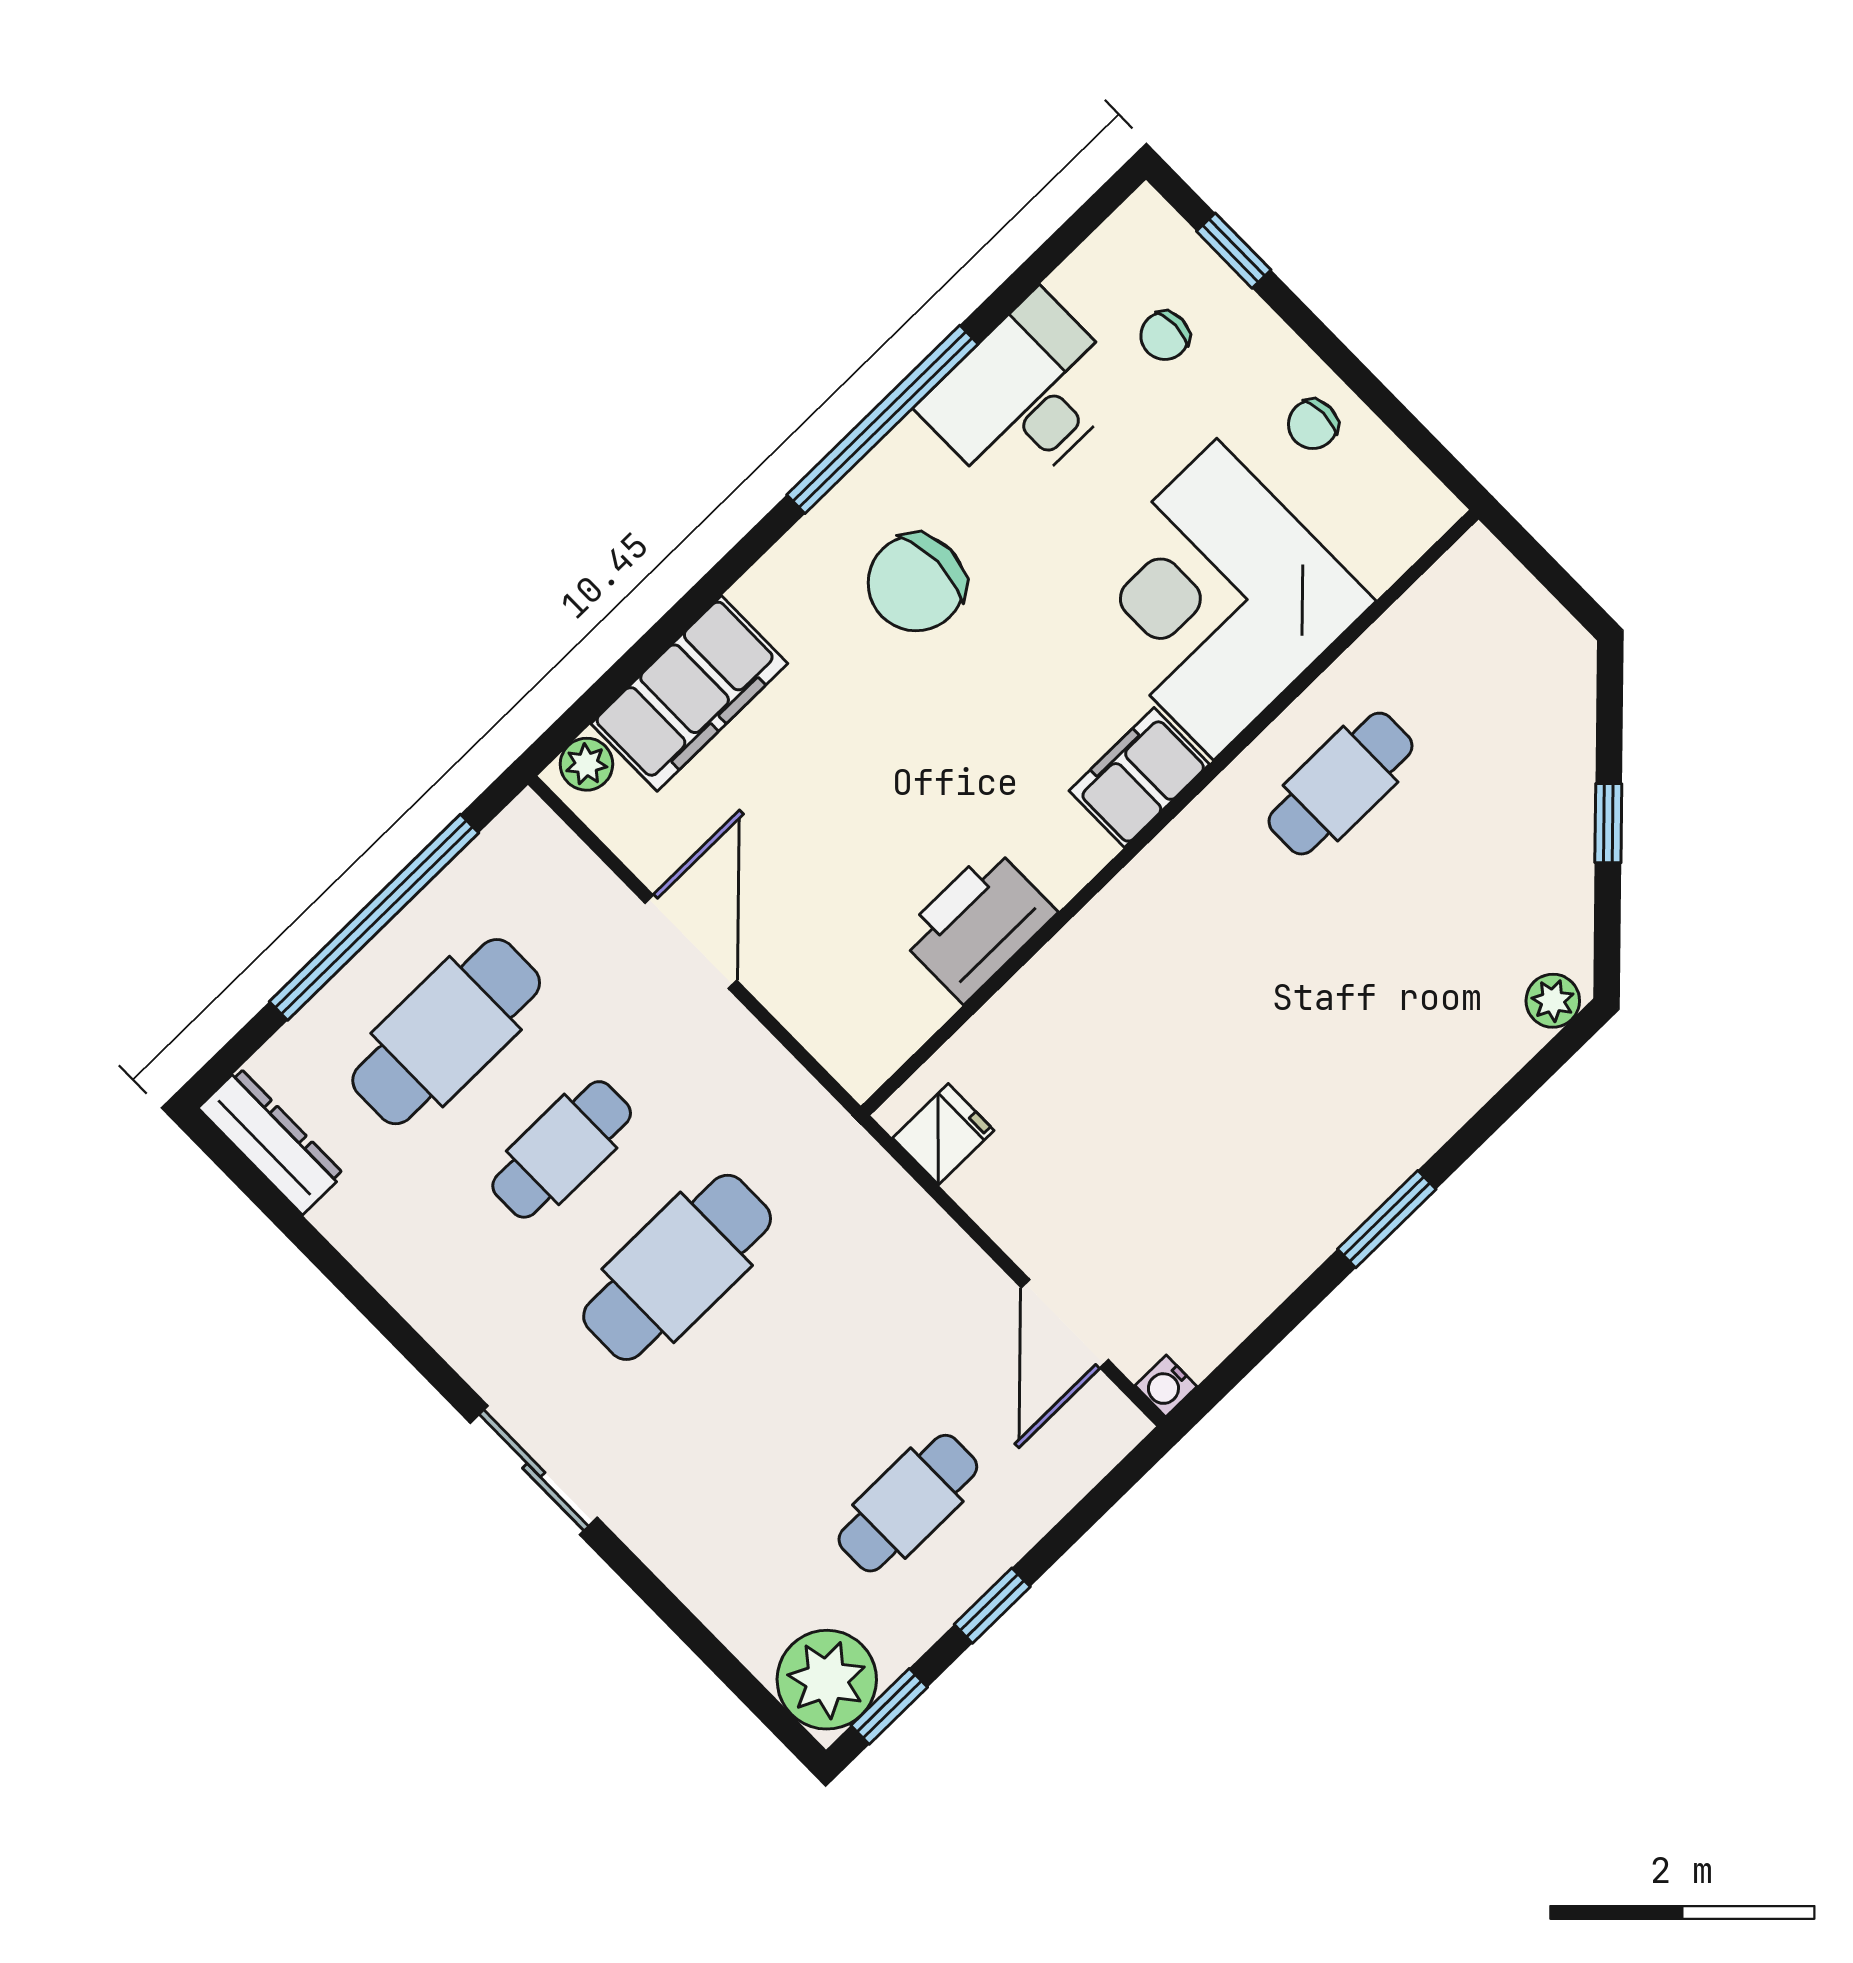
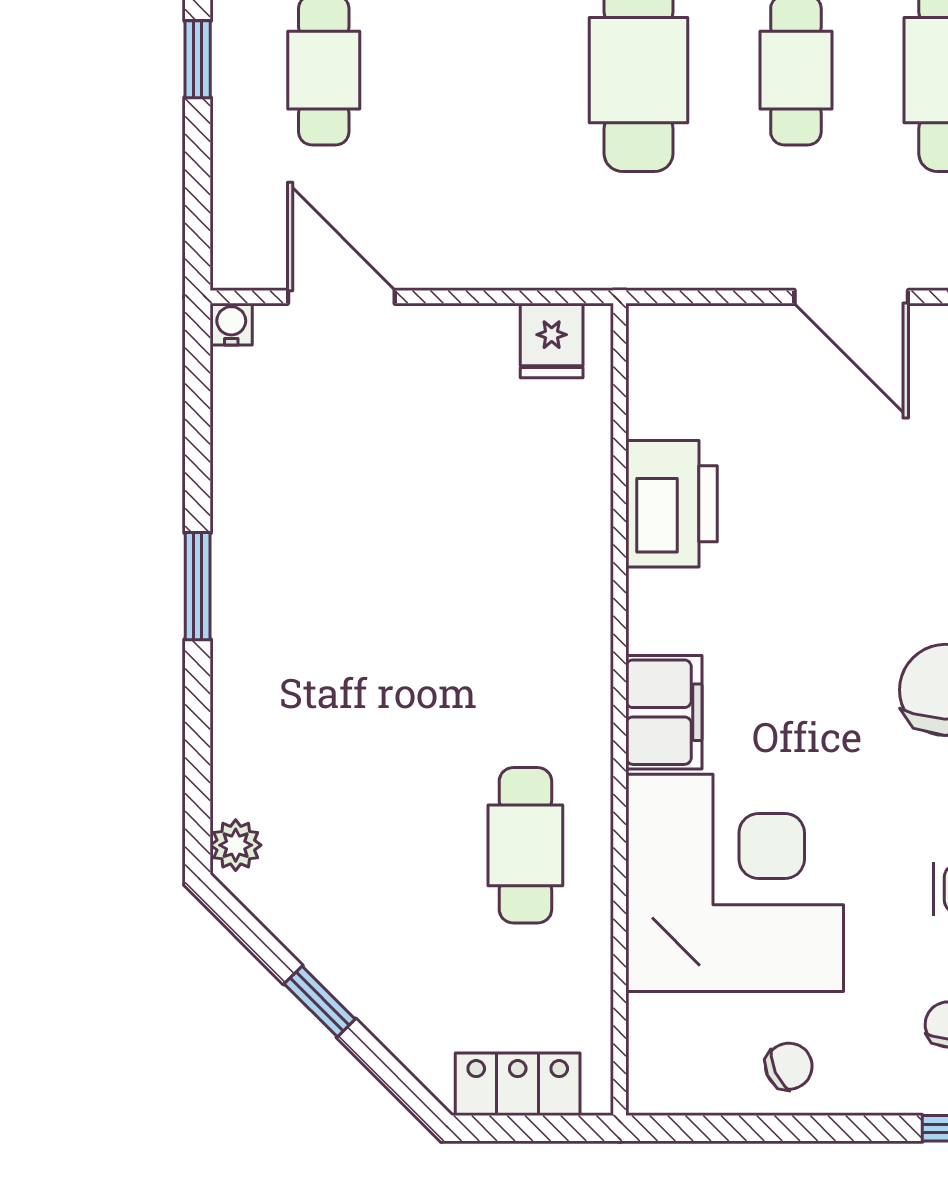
chair: (1313, 424) -> (789, 1066), turned 66
locker: (1525, 614) -> (518, 1084), added

